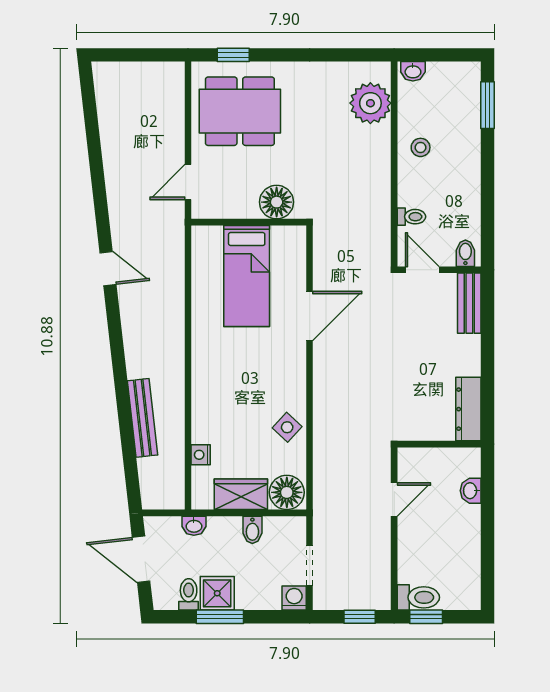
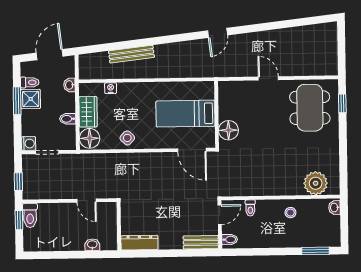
floor lamp: (277, 202) -> (228, 130), moved
wall: (249, 222) -> (217, 114), moved
bed: (247, 276) -> (185, 114), moved

